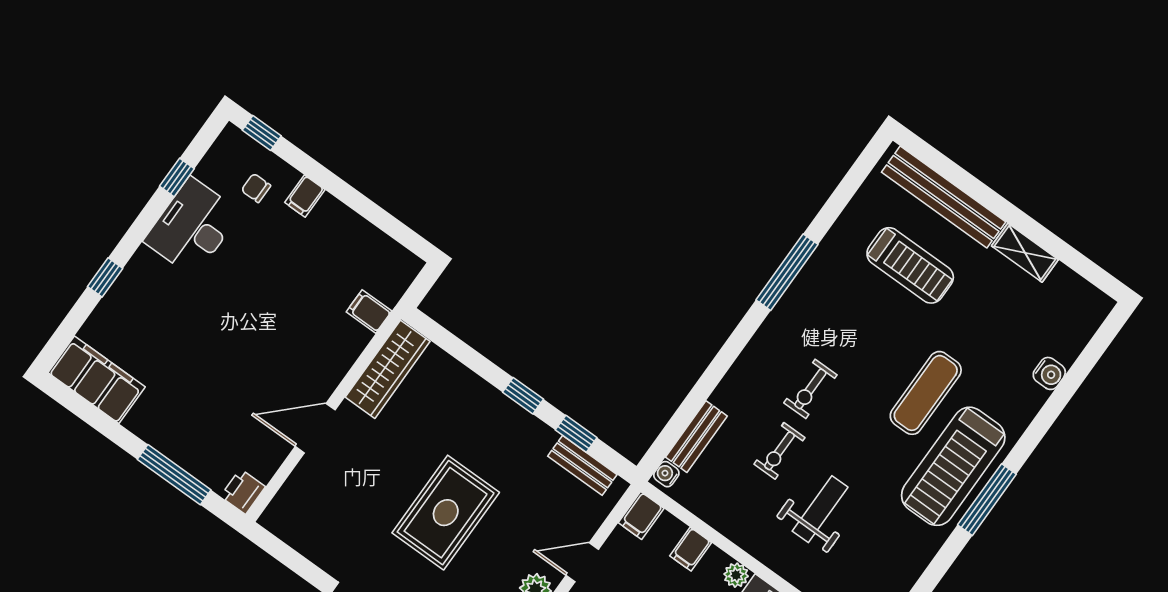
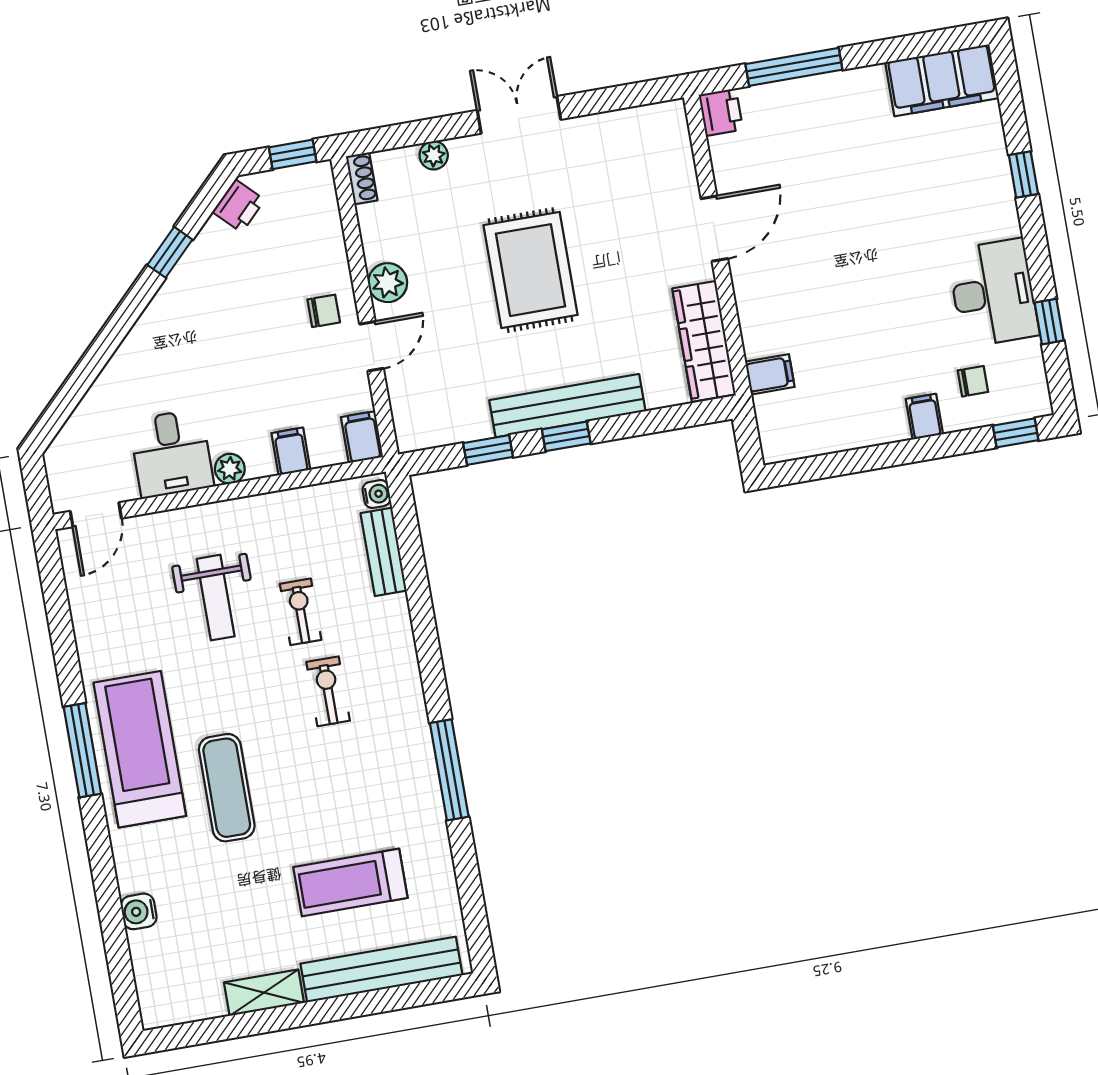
bench: (582, 465) -> (567, 406), moved, width x1.86, depth x1.21

